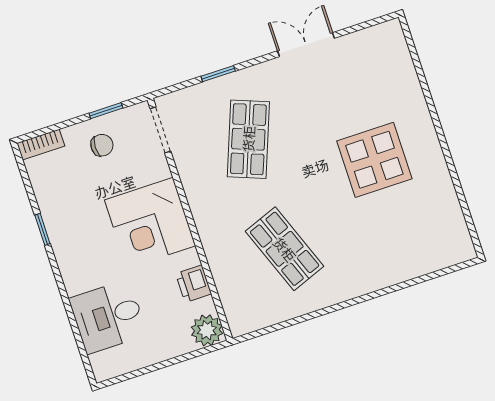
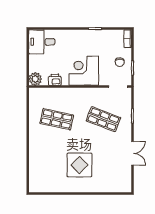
shop shelf: (285, 249) -> (57, 119), turned 33
desk: (108, 317) -> (42, 42), moved, turned -90

